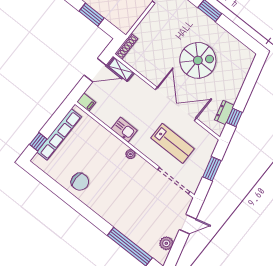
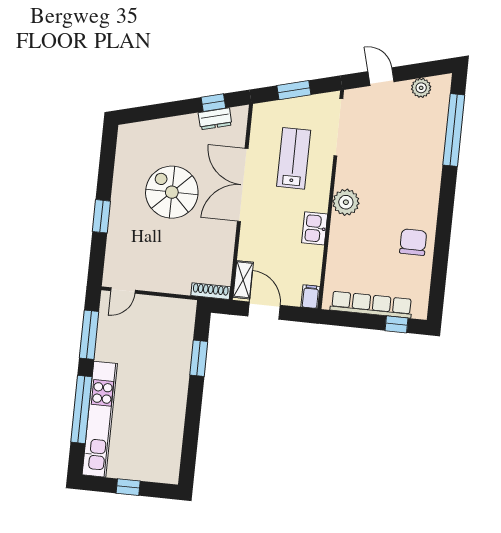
plant: (130, 154) -> (346, 202), width x1.88, depth x1.88

